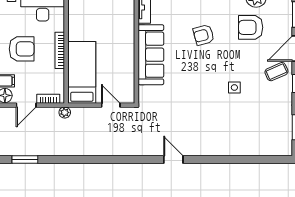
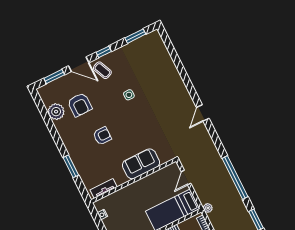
armchair: (204, 35) -> (102, 136), turned -75
sofa: (151, 55) -> (141, 164), width x0.73
window: (84, 160) -> (235, 177), added

